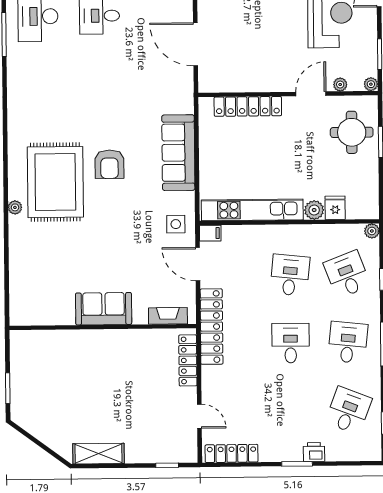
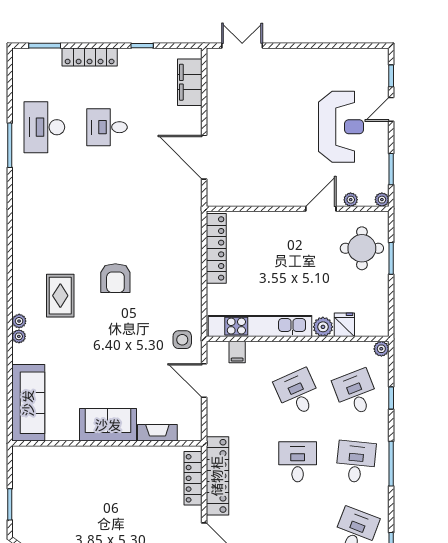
locker: (248, 106) -> (216, 248), moved, turned -90
sofa: (178, 153) -> (28, 403), moved, turned 180
rug: (55, 182) -> (60, 296), width x0.54, depth x0.49
plant: (15, 223) -> (19, 336), added
filing cabinet: (210, 233) -> (237, 352), moved, turned 90
desk: (290, 275) -> (298, 393), turned -30
fireplace: (168, 316) -> (157, 433), moved
locker: (212, 327) -> (217, 476), moved

